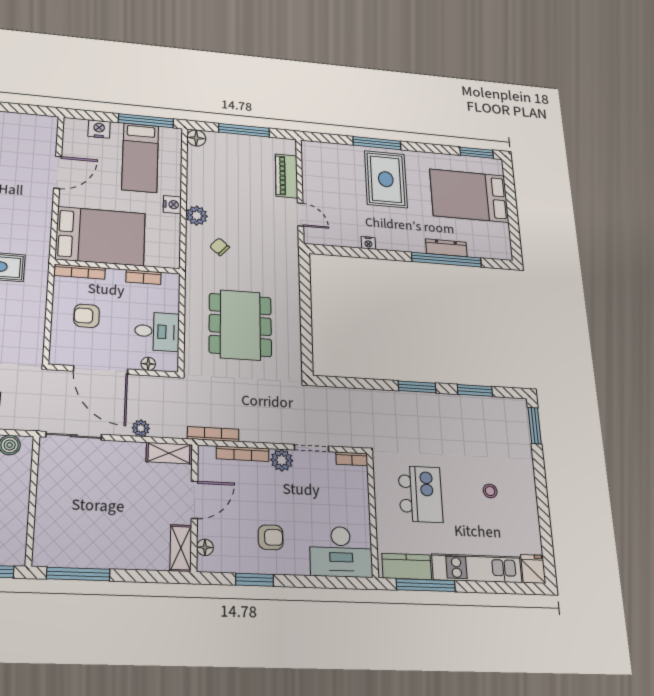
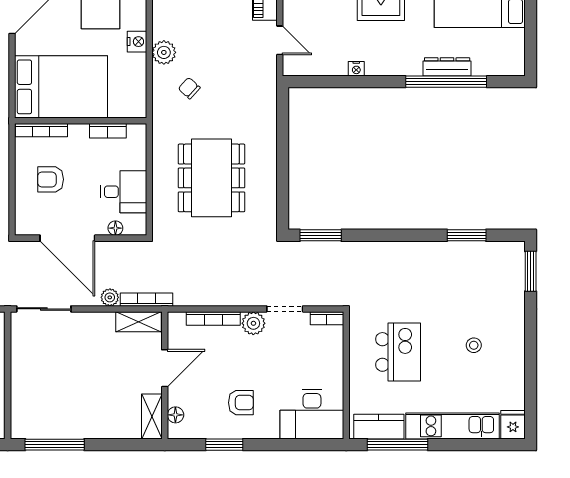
window: (417, 387) -> (321, 235), moved
bookcase: (213, 434) -> (147, 300), moved

